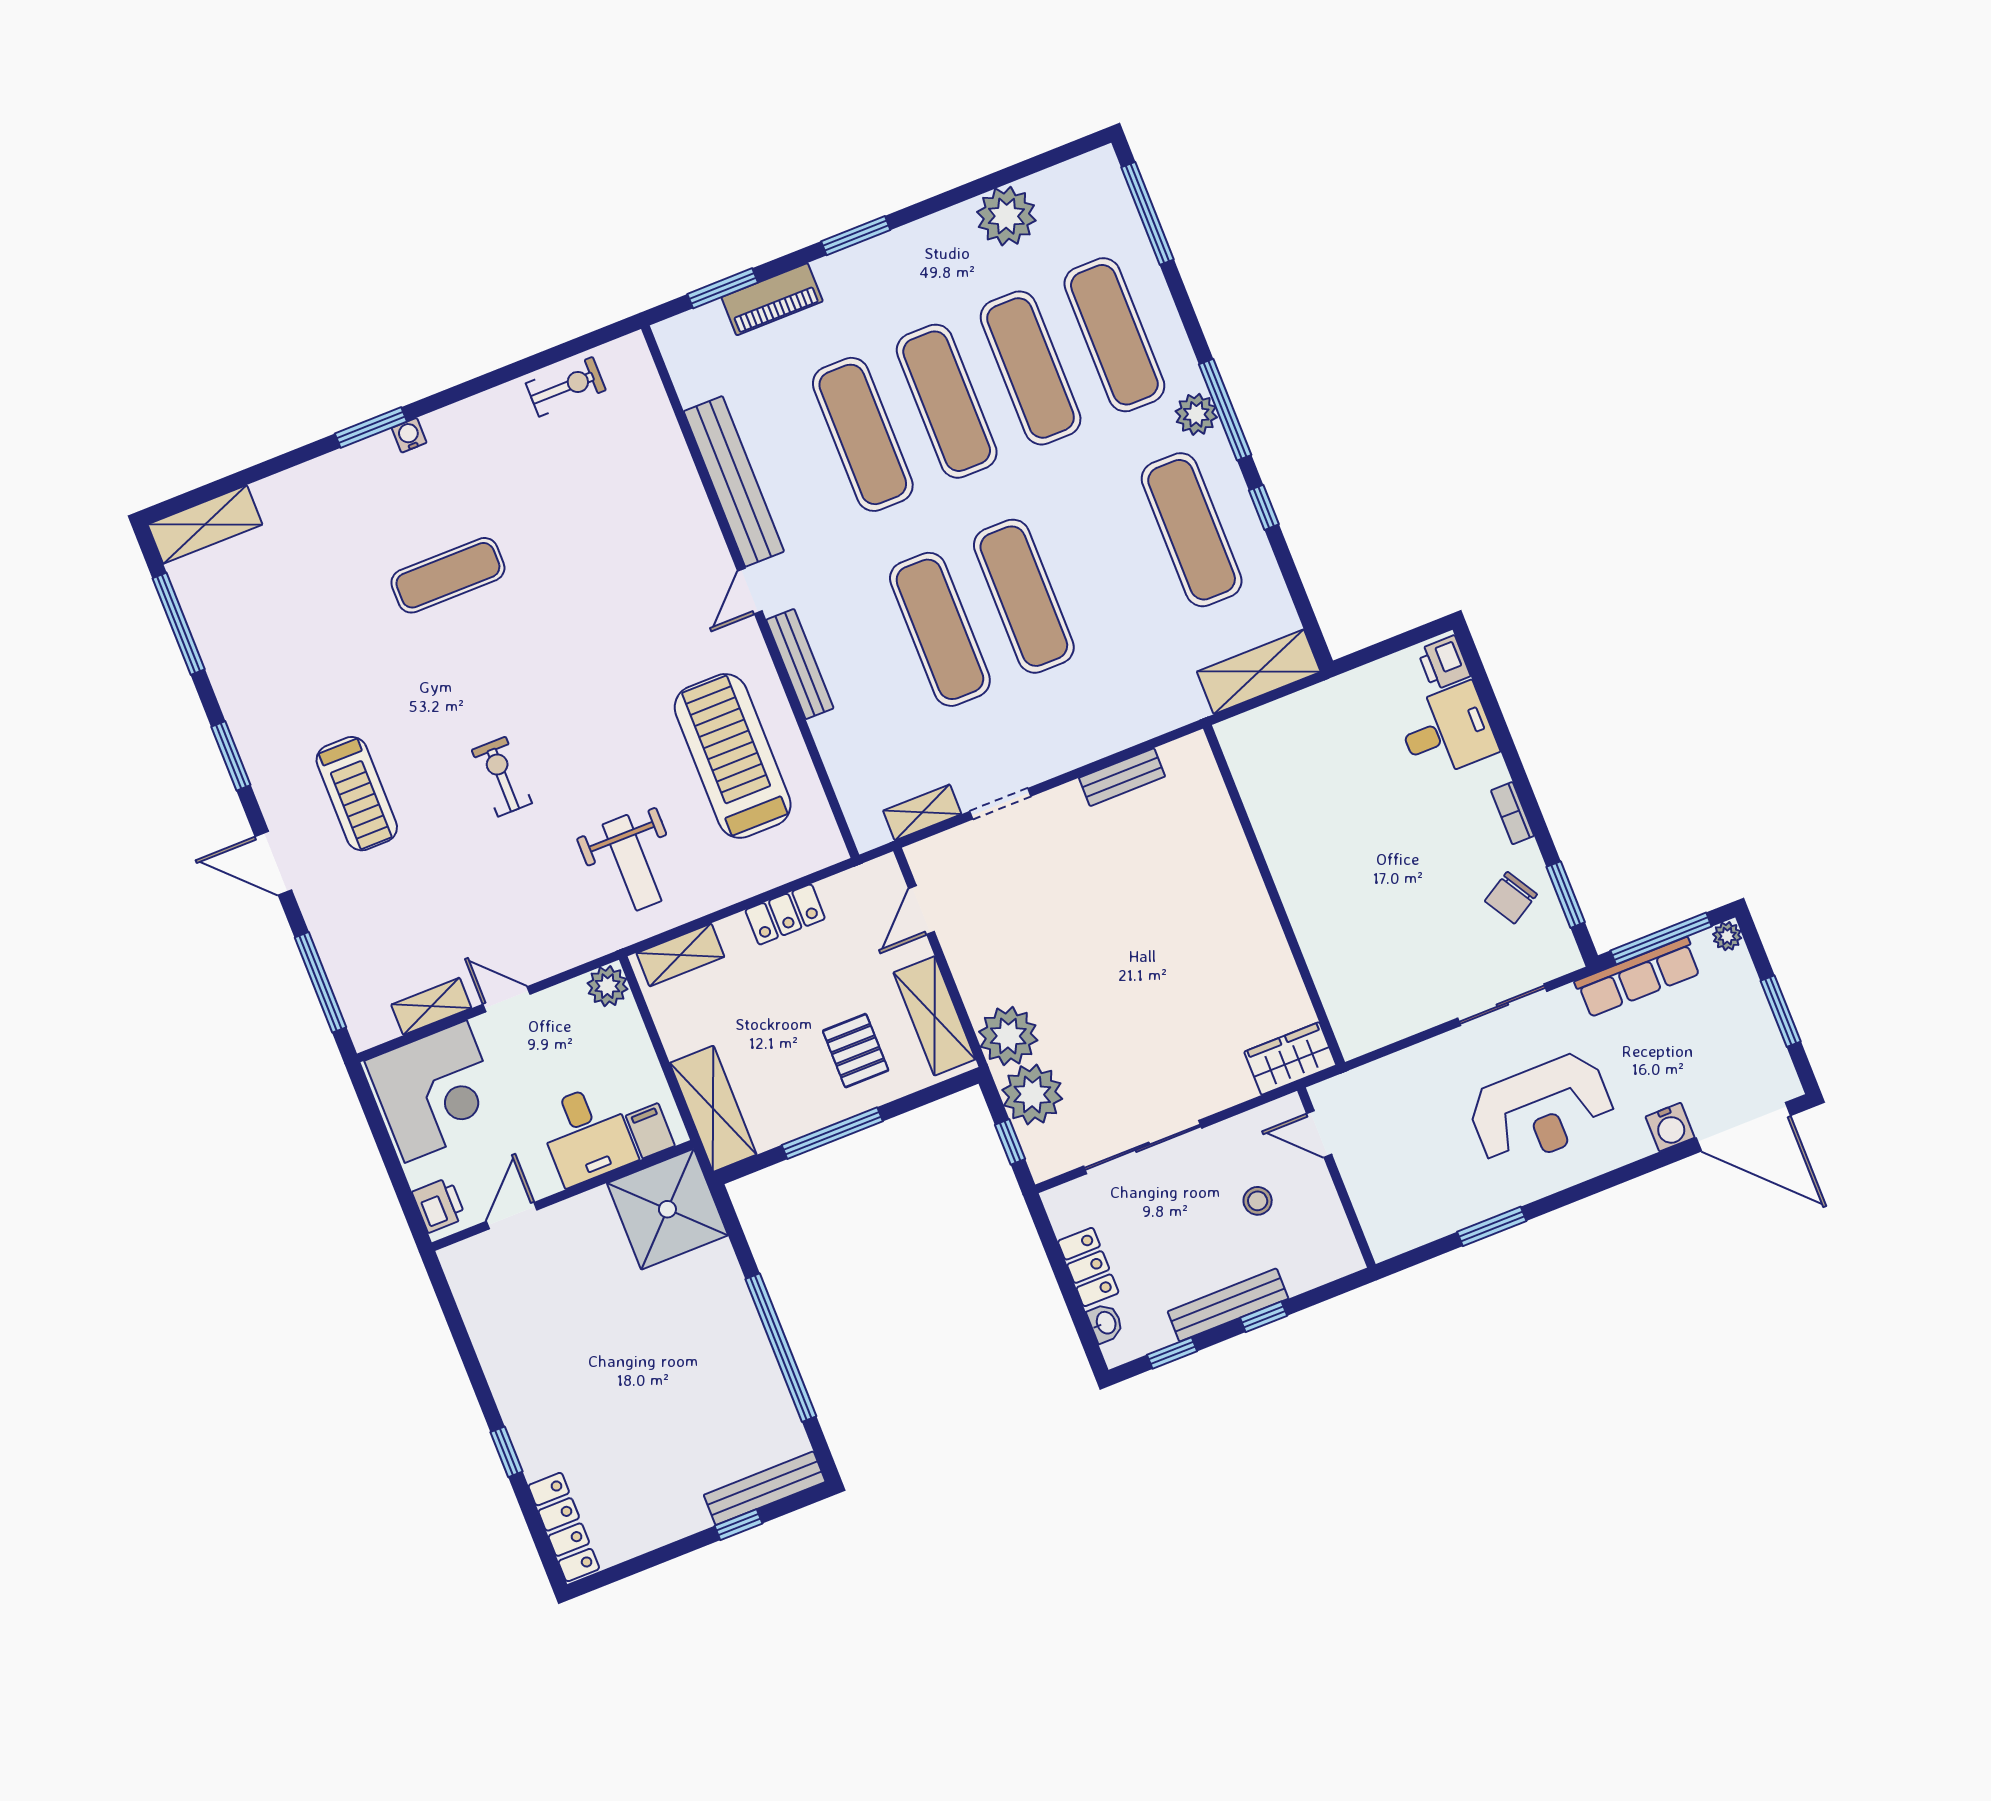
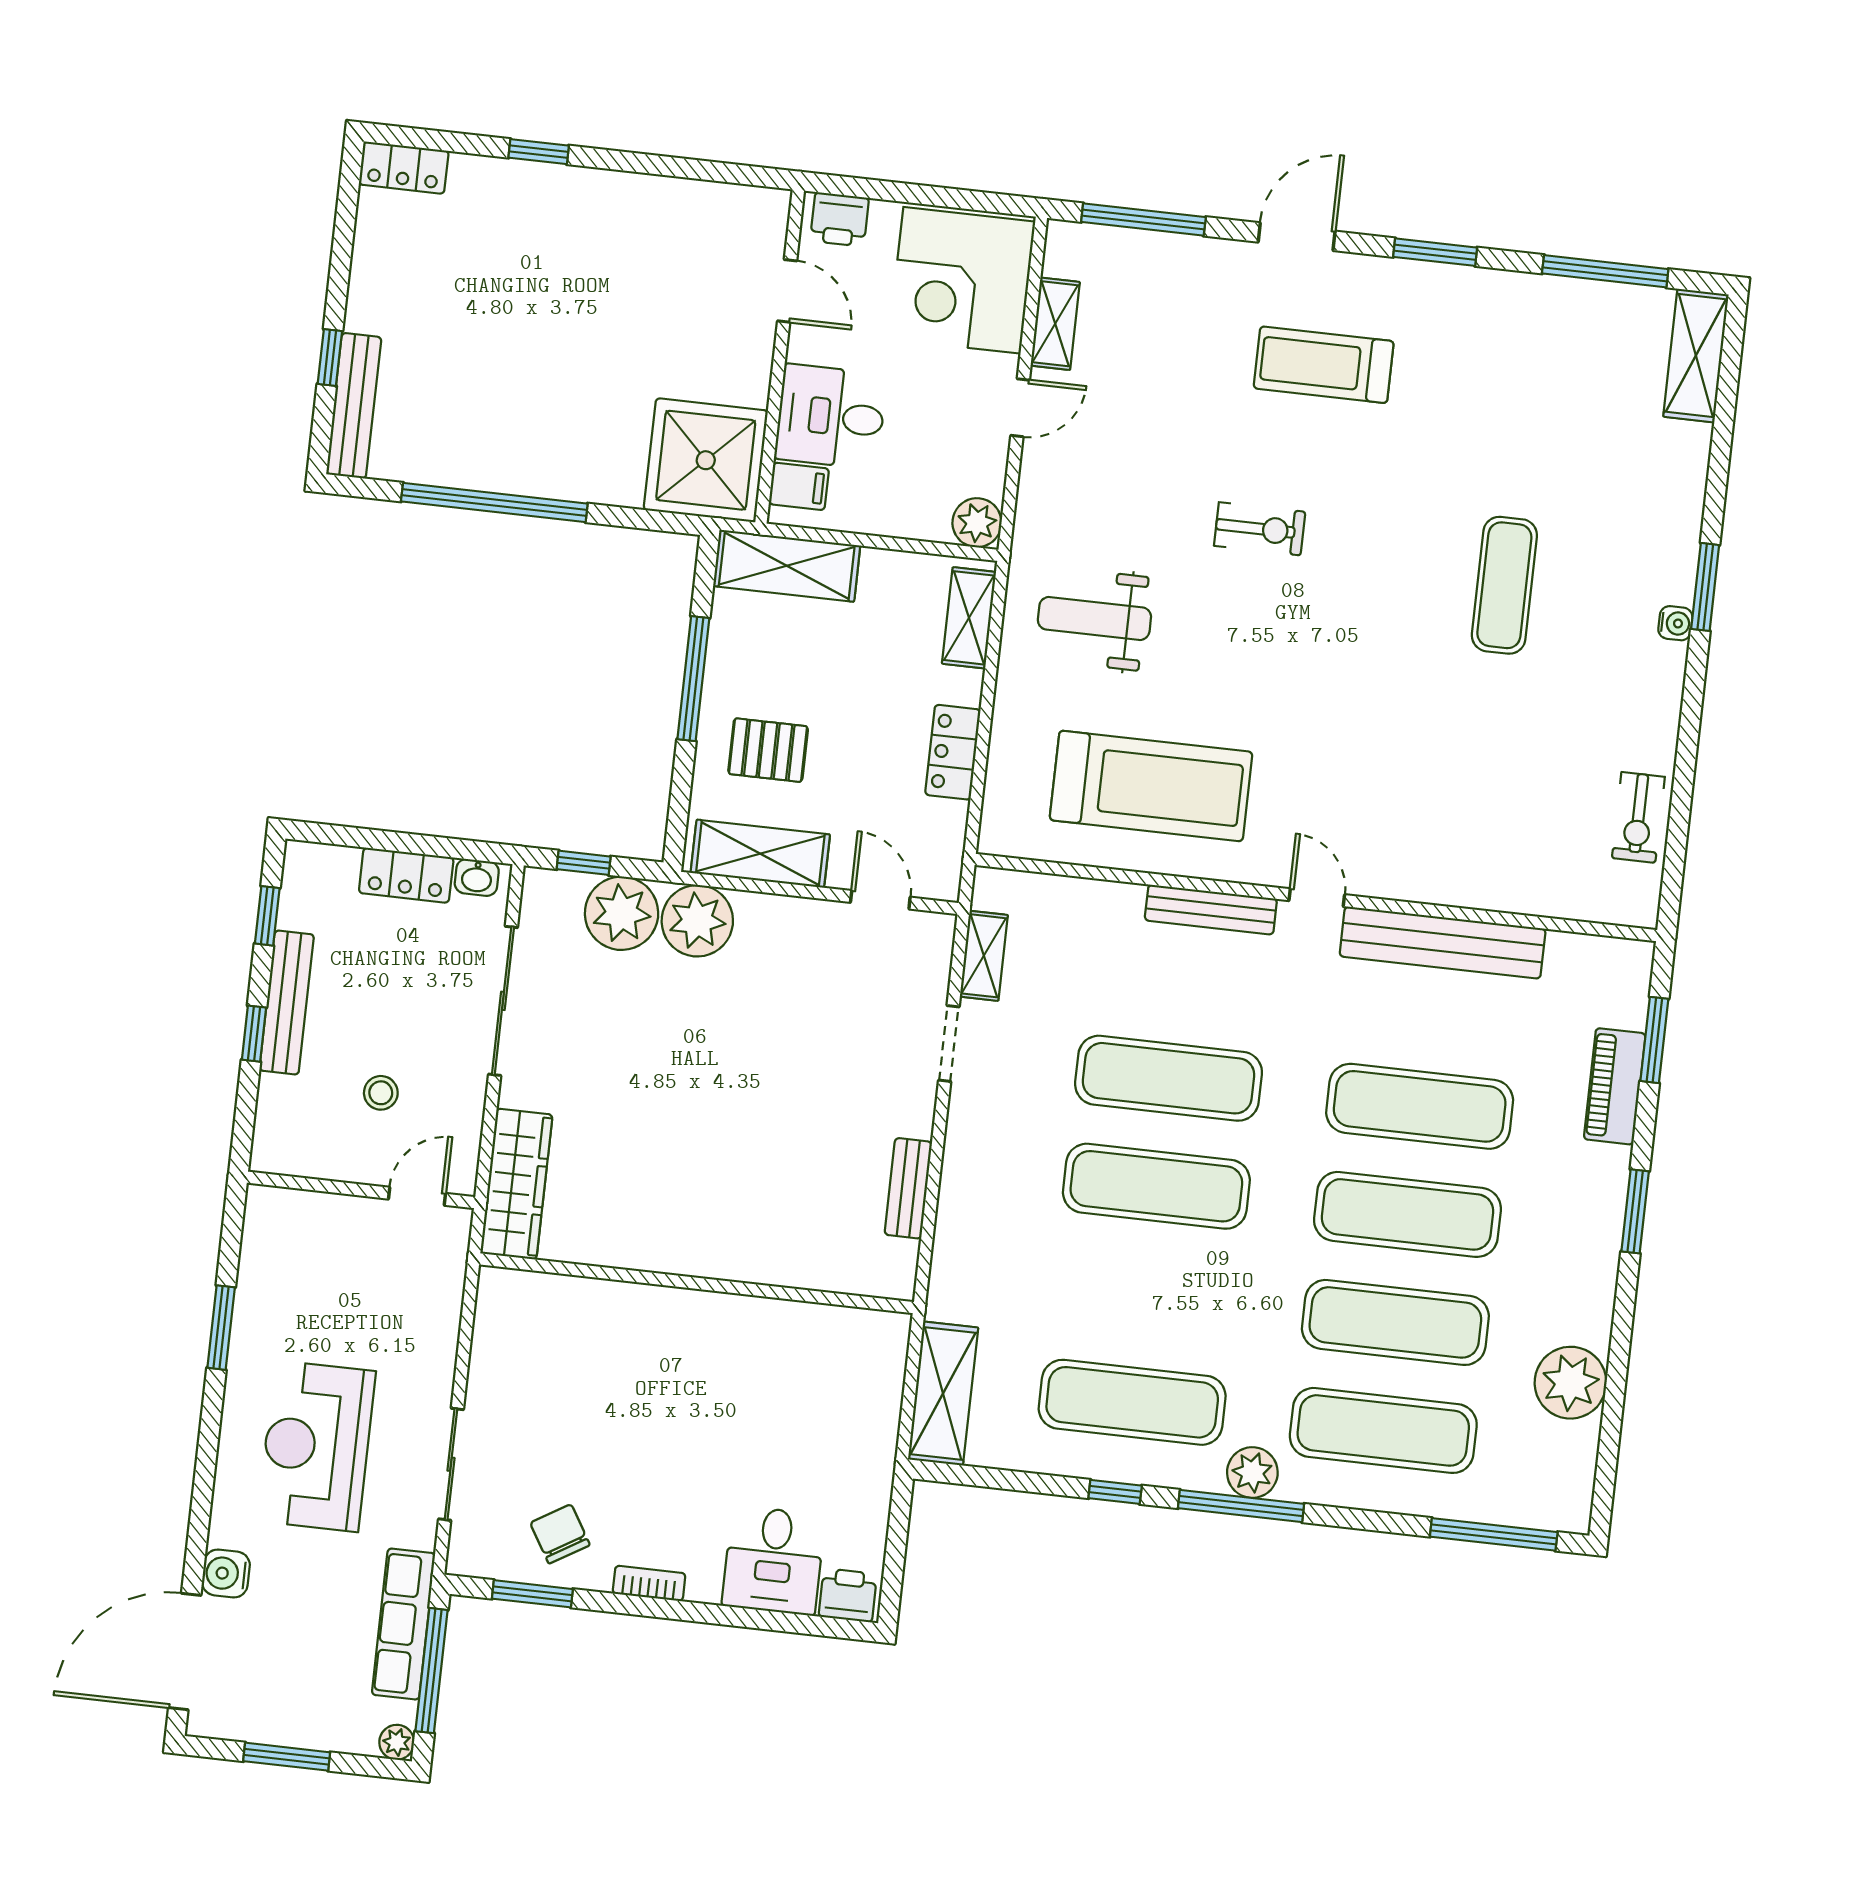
wardrobe: (1290, 1058) -> (516, 1184), width x1.50
washbasin: (1105, 1323) -> (477, 877), moved
locker: (564, 1527) -> (404, 168), width x0.66

